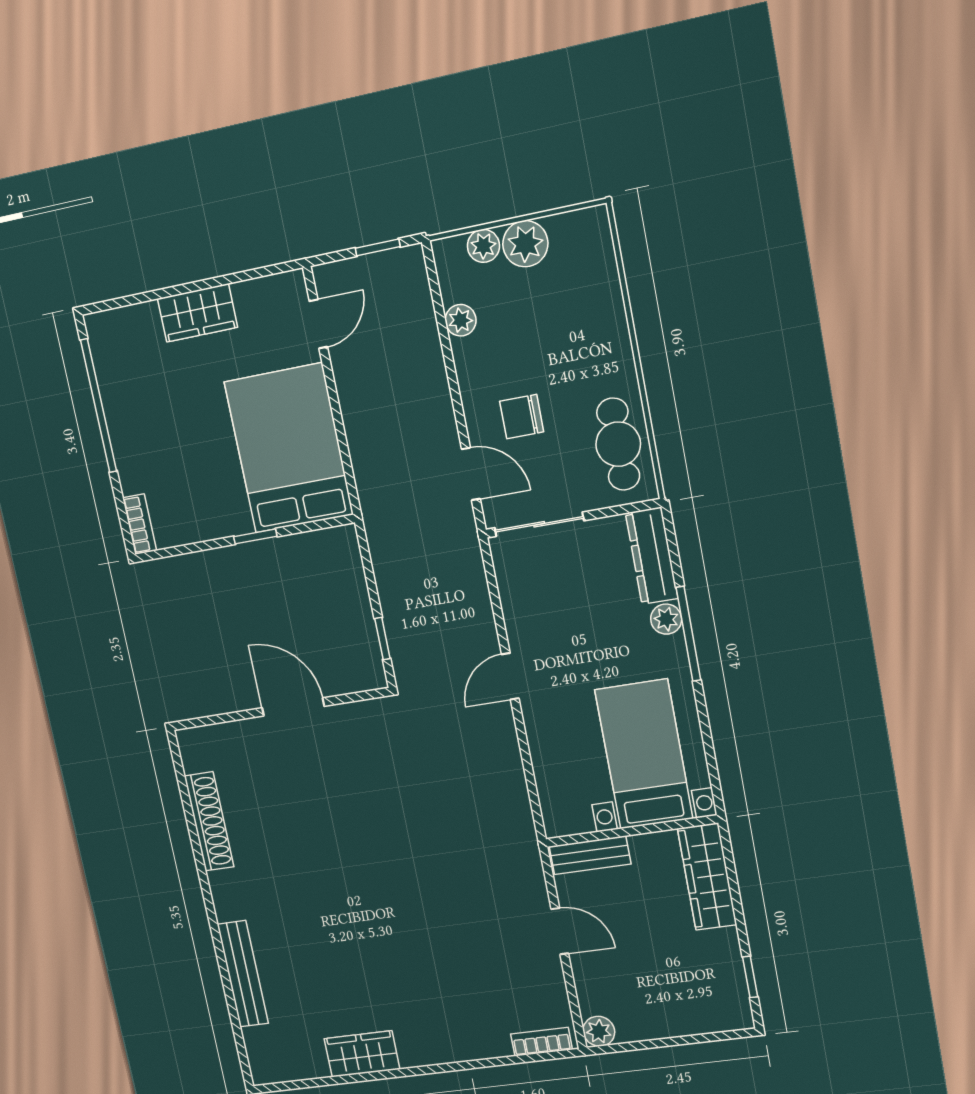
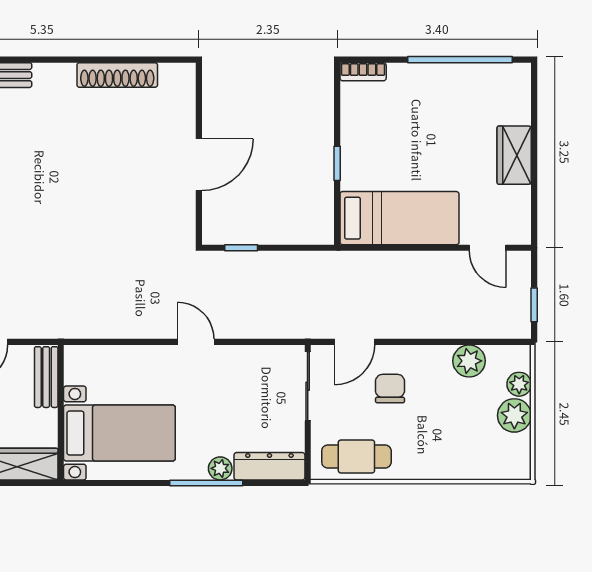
plant: (461, 320) -> (469, 361), width x1.38, depth x1.38
bed: (289, 448) -> (399, 218), width x0.67

